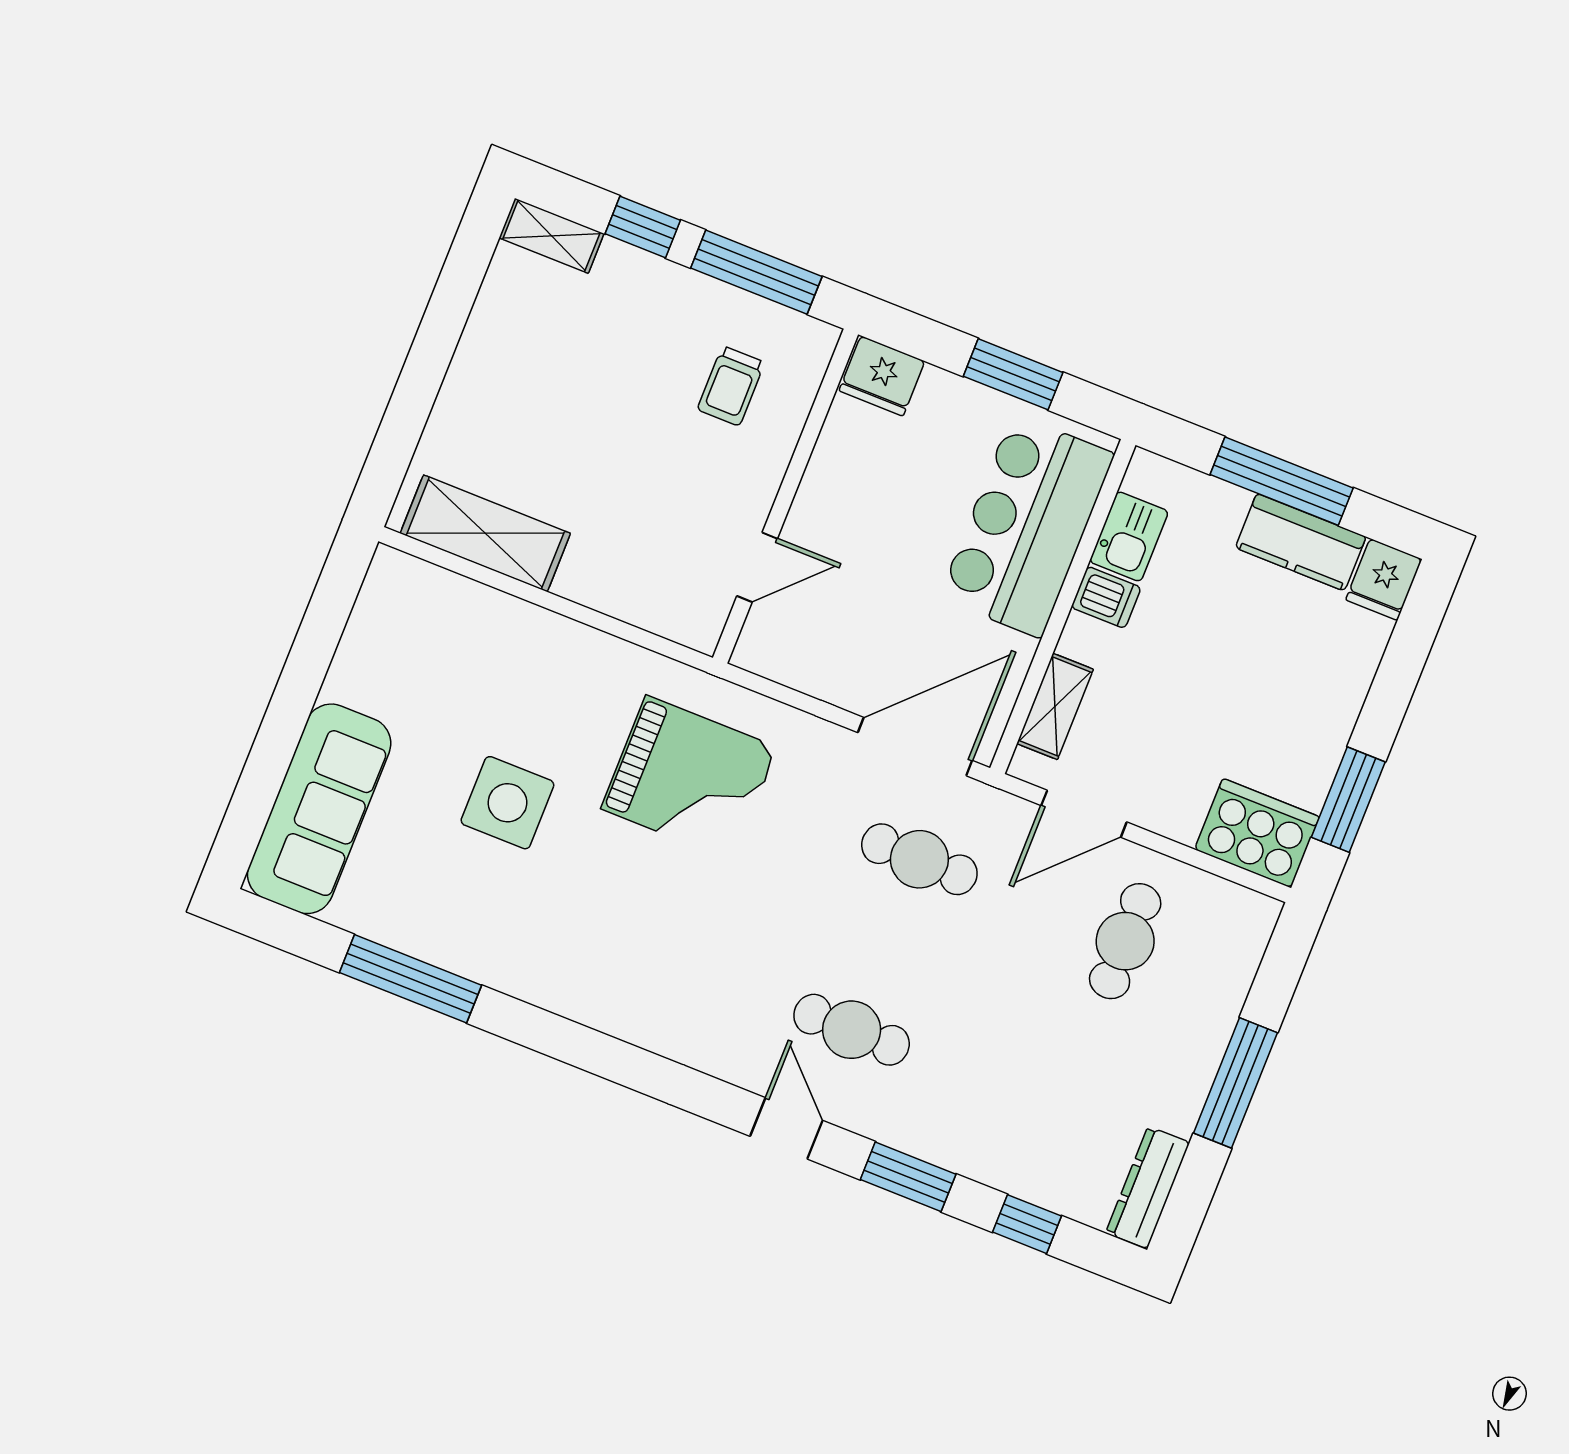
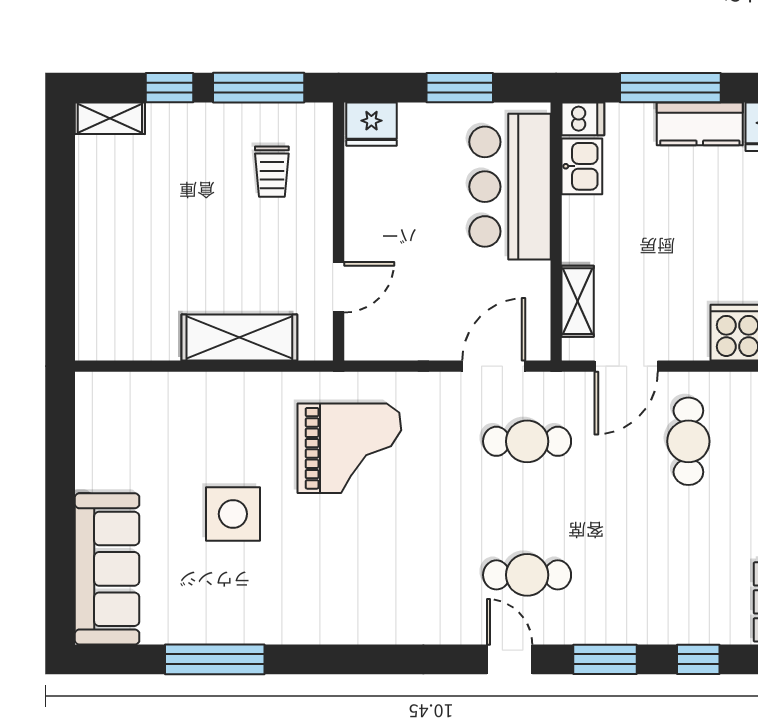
shelving: (485, 533) -> (239, 338), moved
dishwasher: (1106, 597) -> (583, 119), moved
door: (915, 747) -> (494, 366), width x0.73

